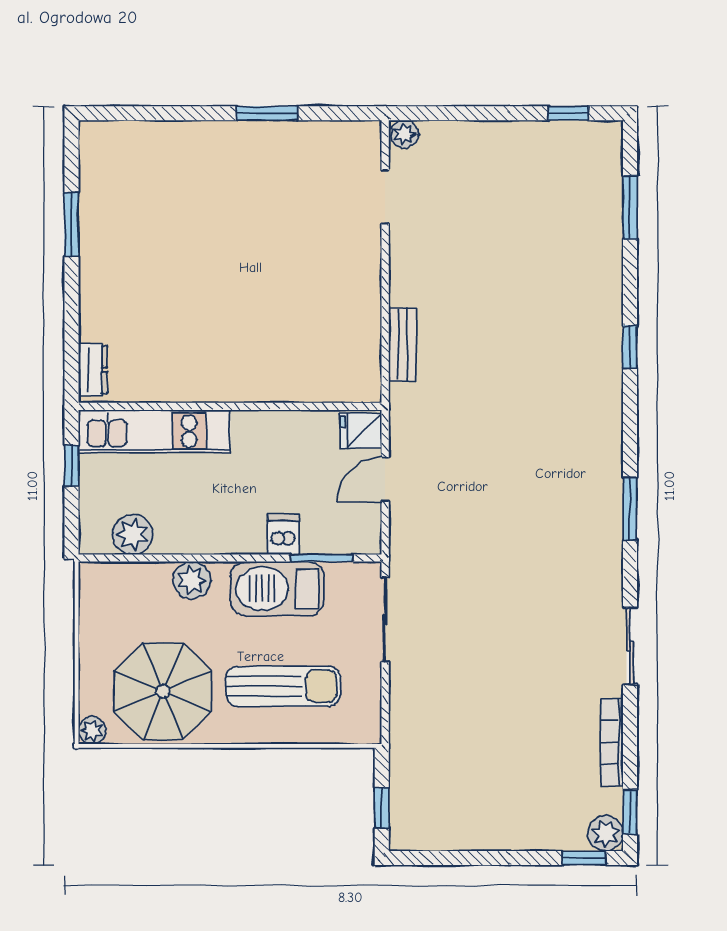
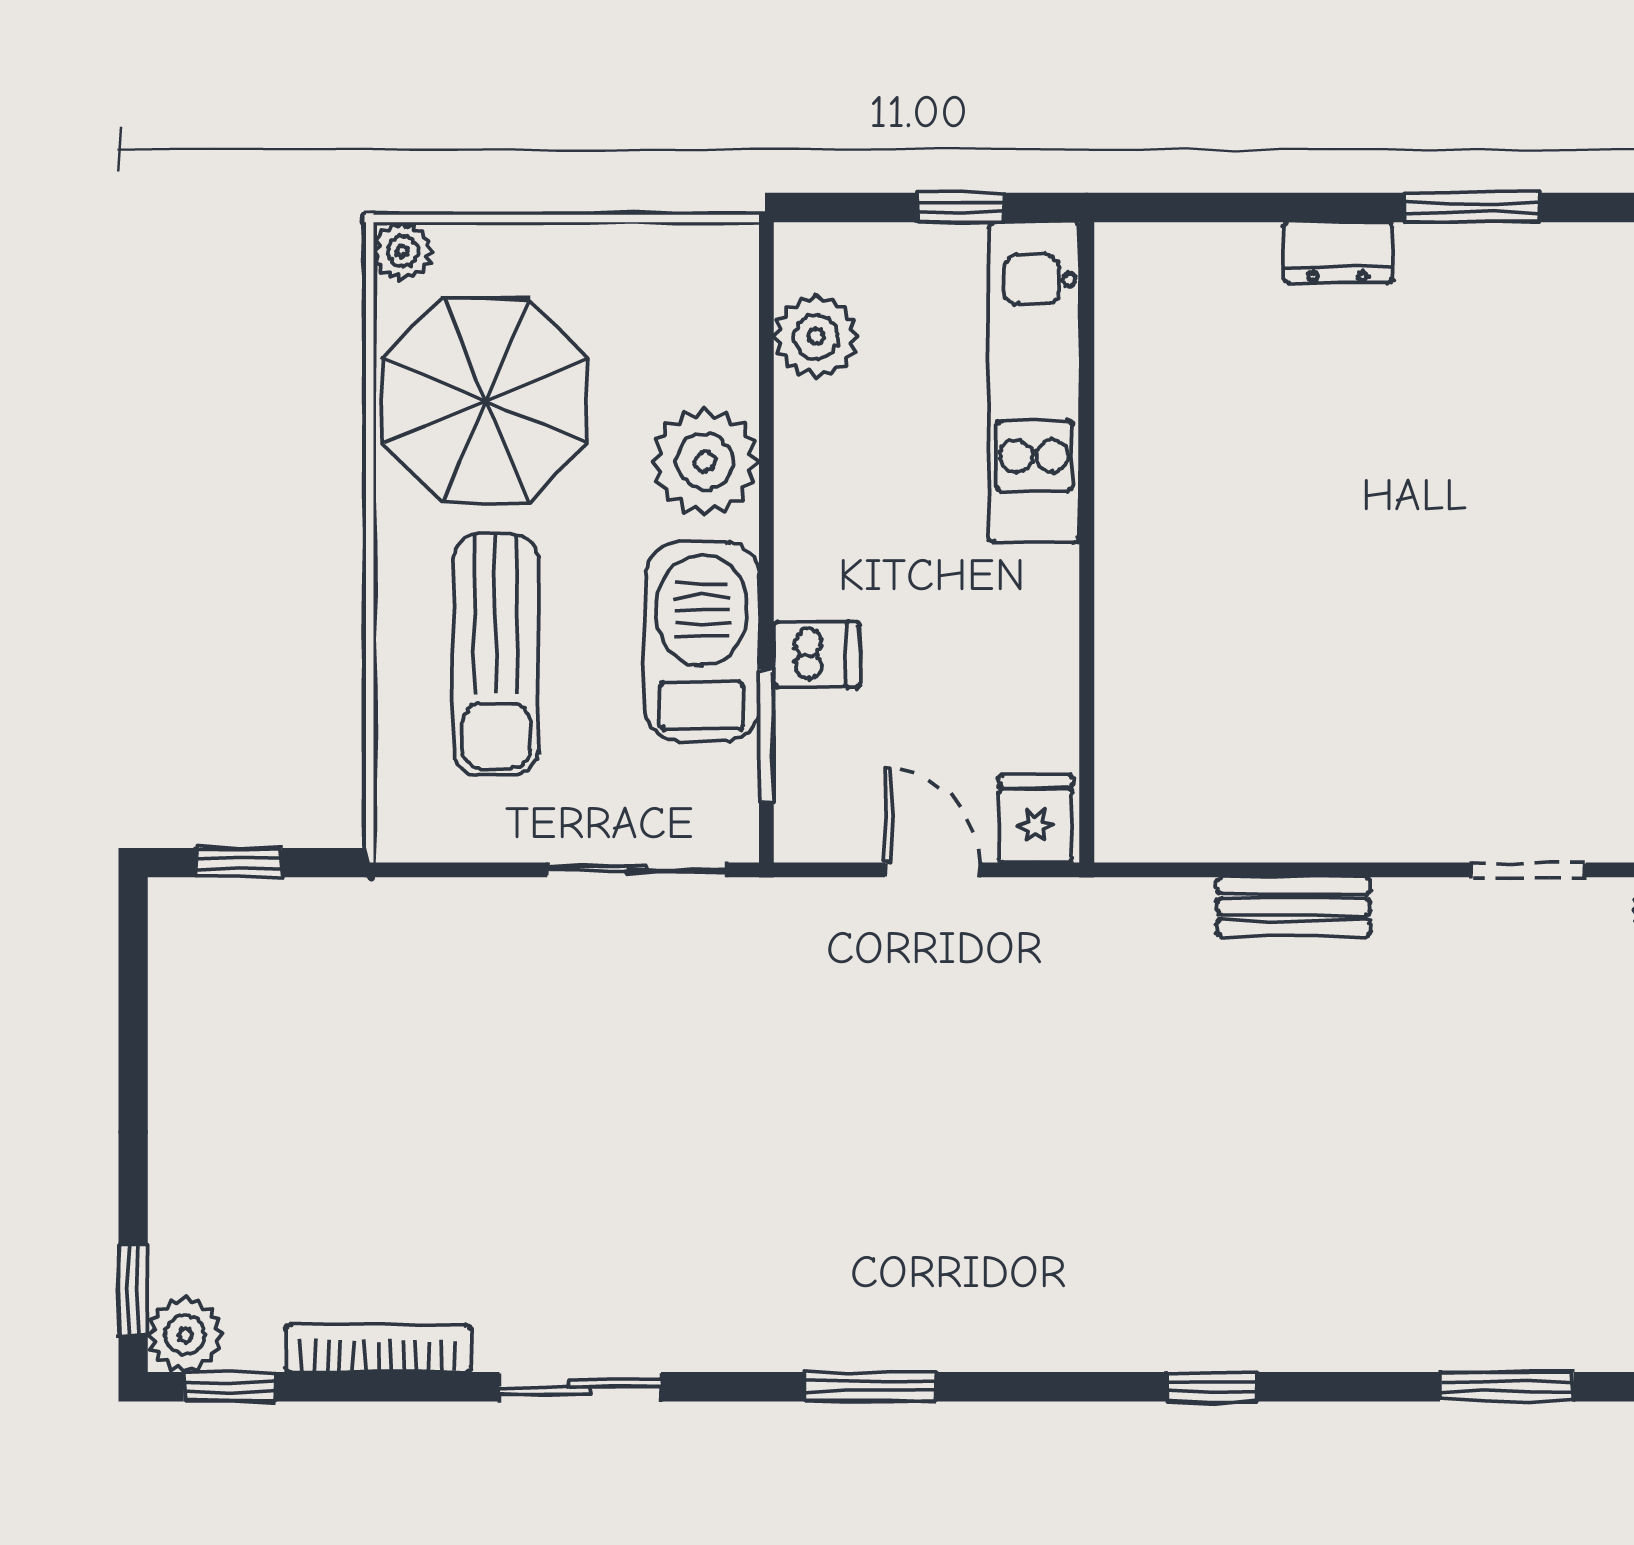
bench: (403, 344) -> (1294, 907), moved
dresser: (93, 370) -> (1338, 253), moved
plant: (192, 580) -> (705, 462), width x1.36, depth x1.36

